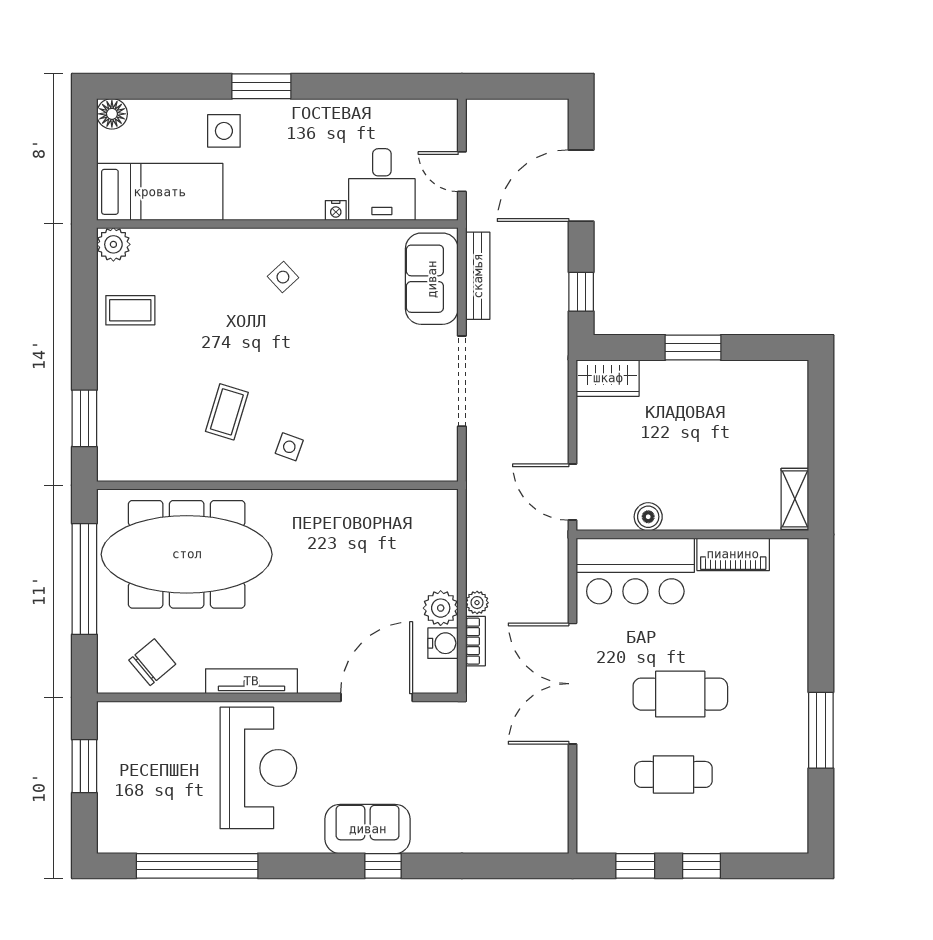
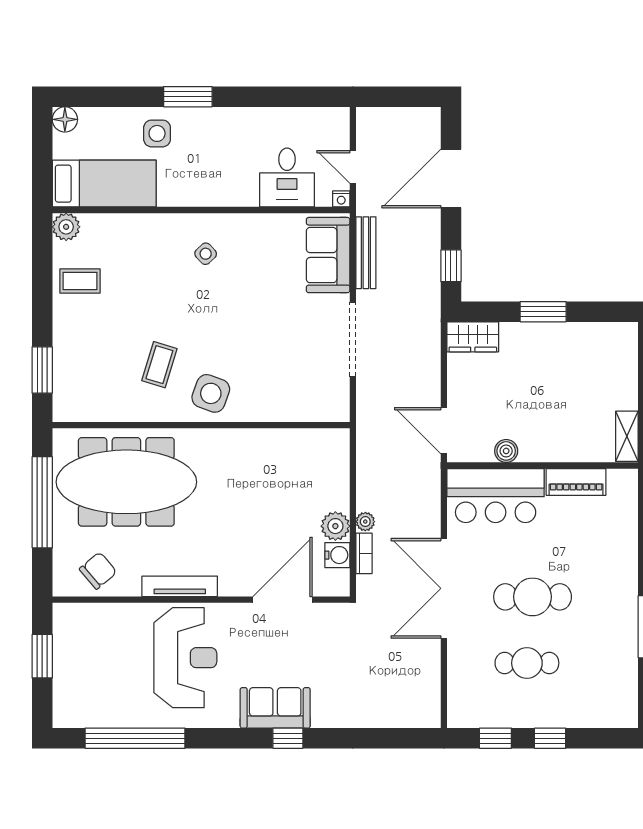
nightstand: (336, 210) -> (341, 199), moved
side table: (289, 447) -> (211, 393), width x1.87, depth x1.87

